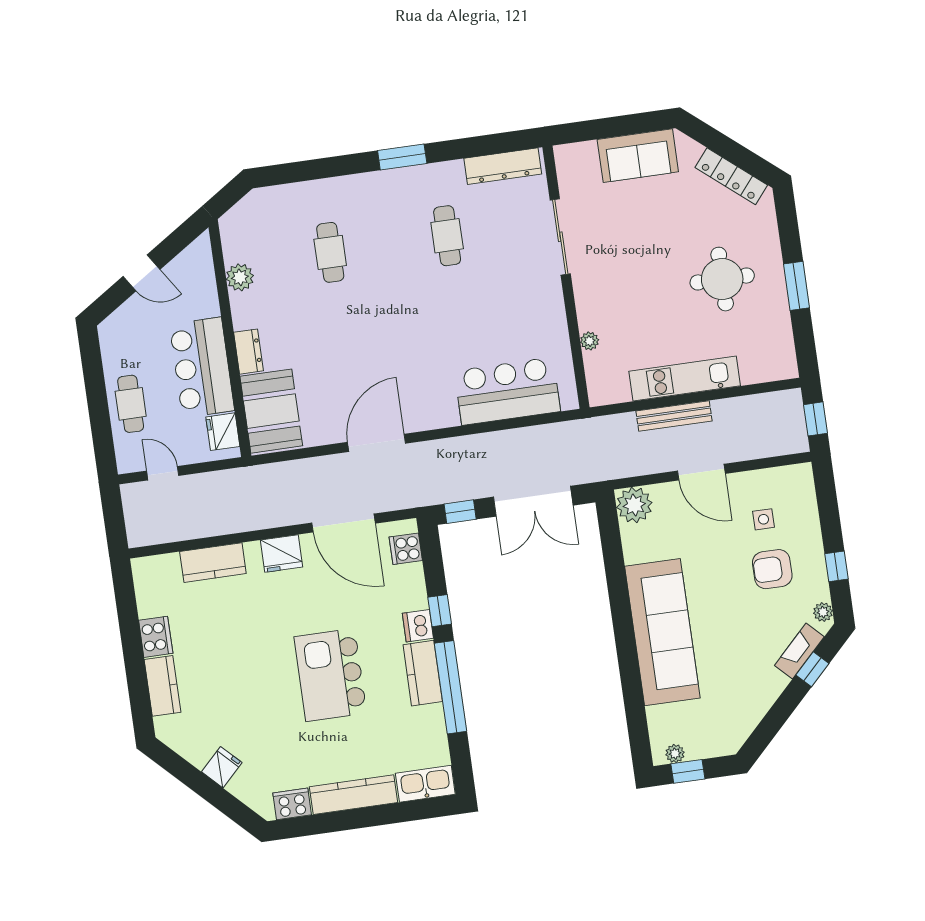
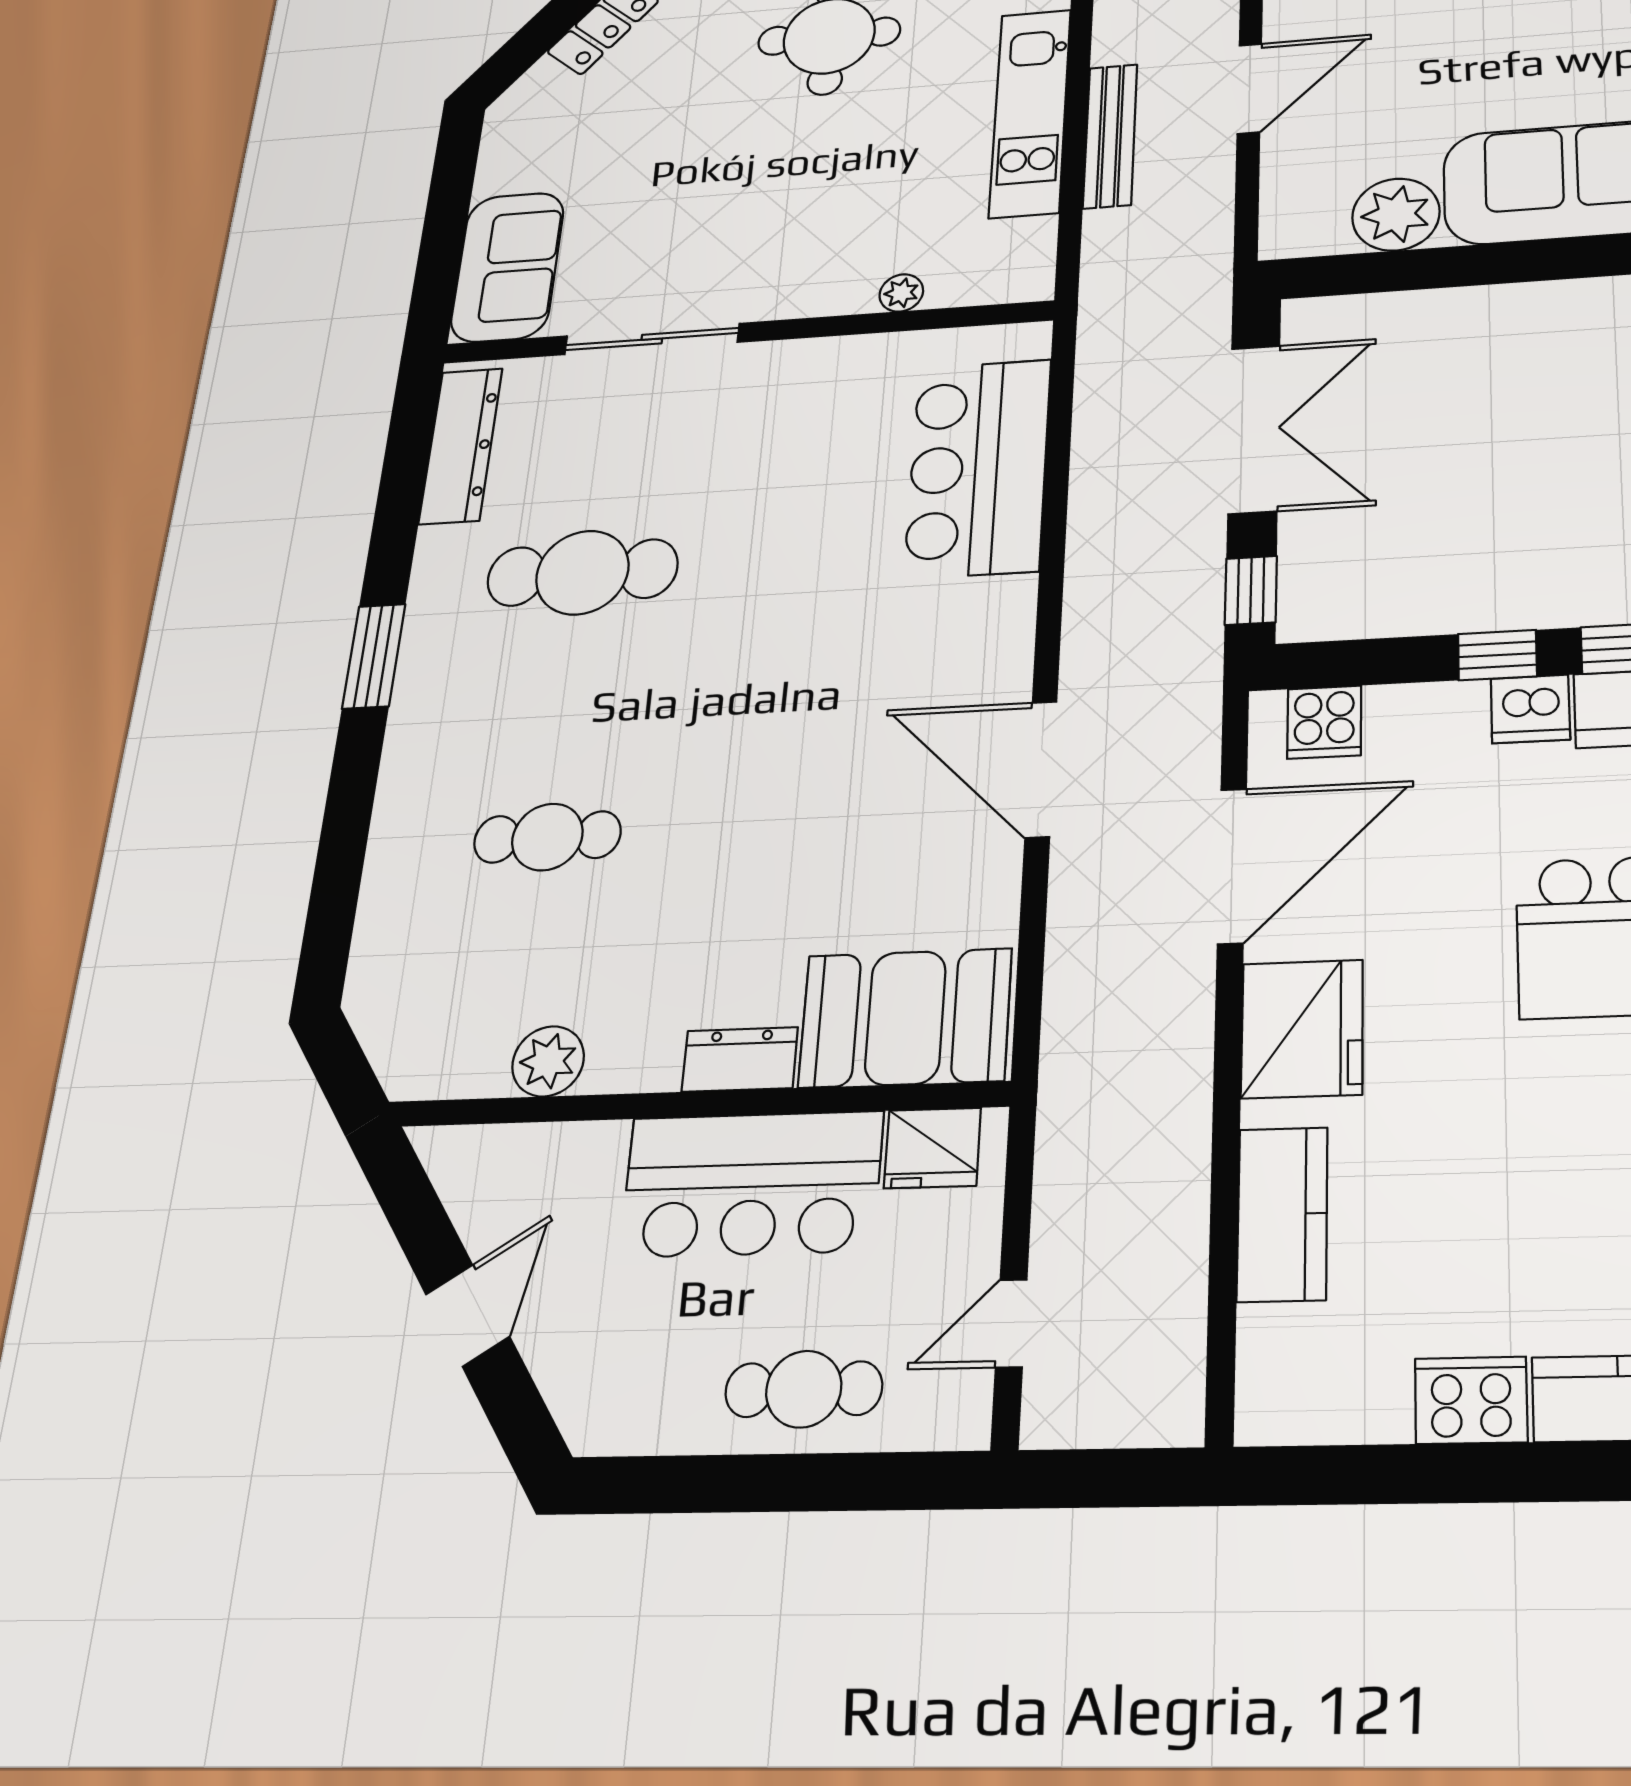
sofa: (638, 156) -> (508, 267), moved
cafe table: (447, 236) -> (582, 573), width x1.37, depth x1.35
plant: (634, 505) -> (1396, 215), moved
fridge: (282, 554) -> (1302, 1029), width x1.36, depth x1.34

